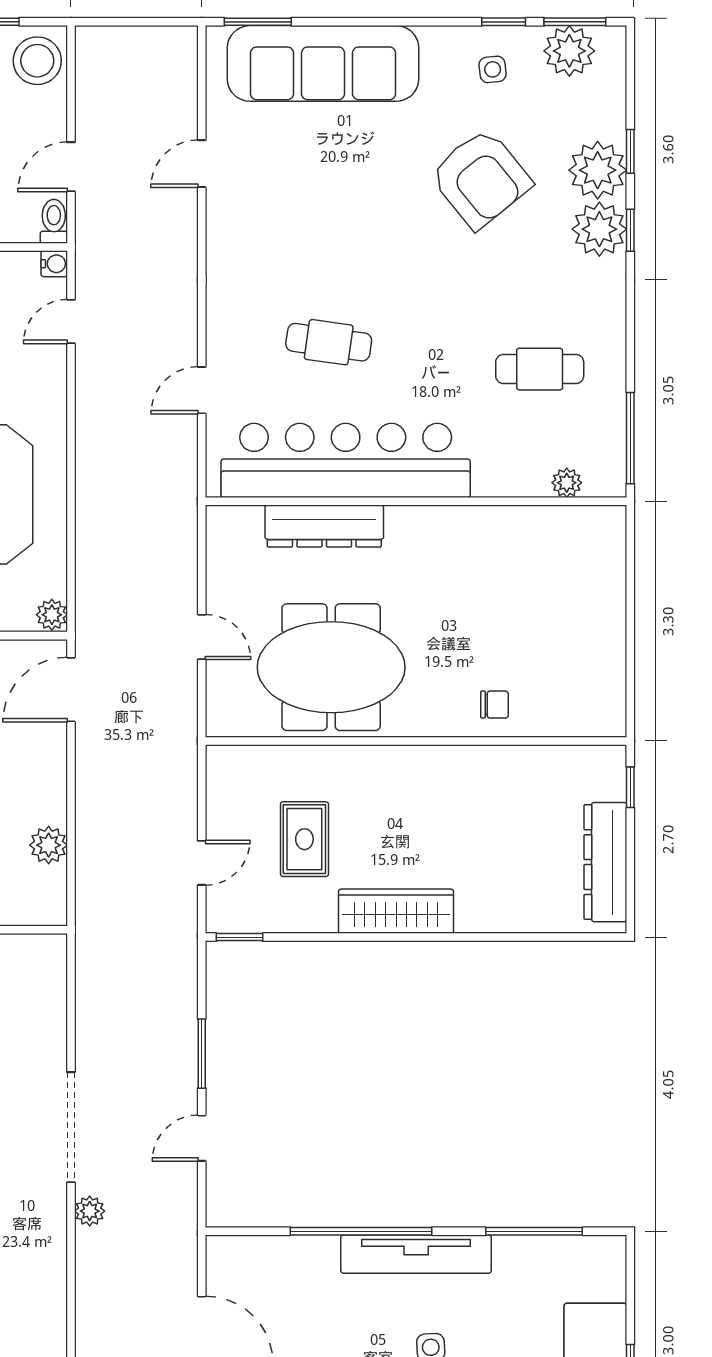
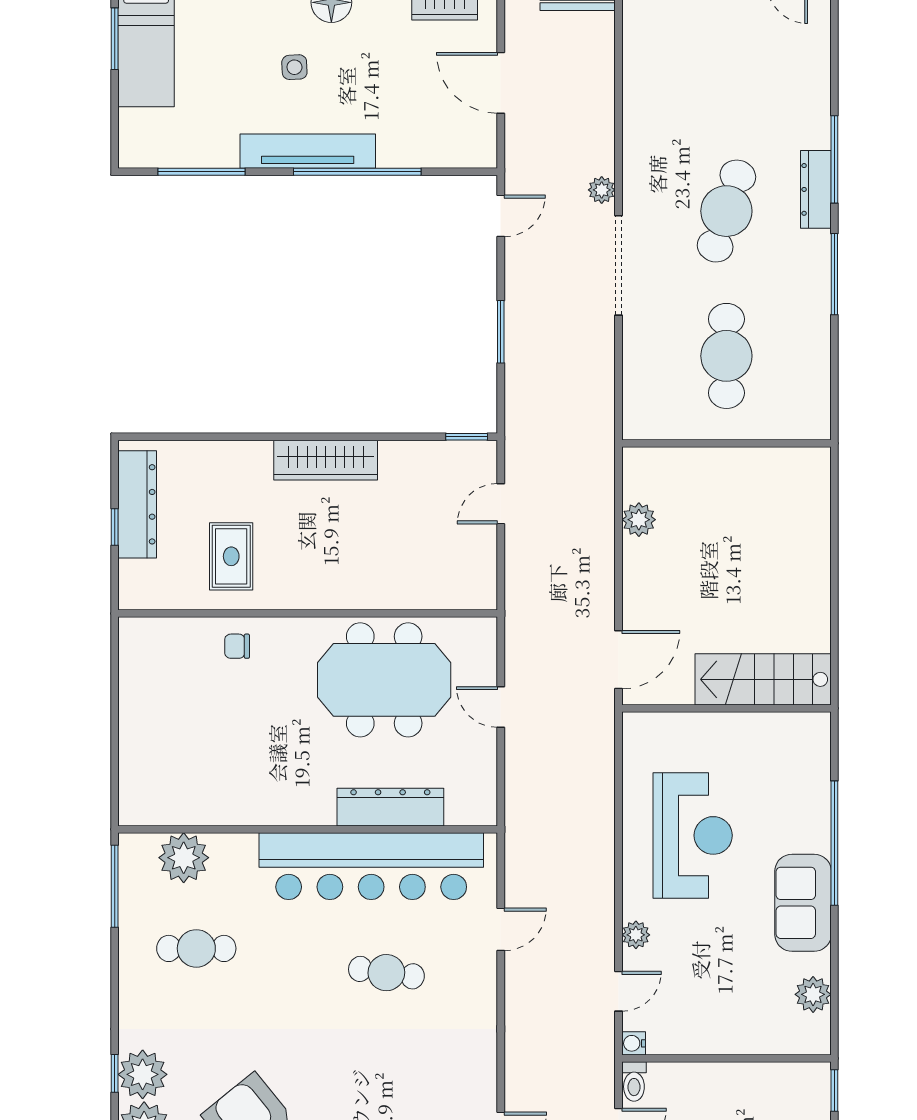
plant: (567, 483) -> (184, 858), width x1.88, depth x1.88
plant: (52, 615) -> (636, 935), moved
window: (630, 787) -> (115, 527), moved
rug: (304, 839) -> (231, 556), moved
door: (202, 1138) -> (501, 216), moved

